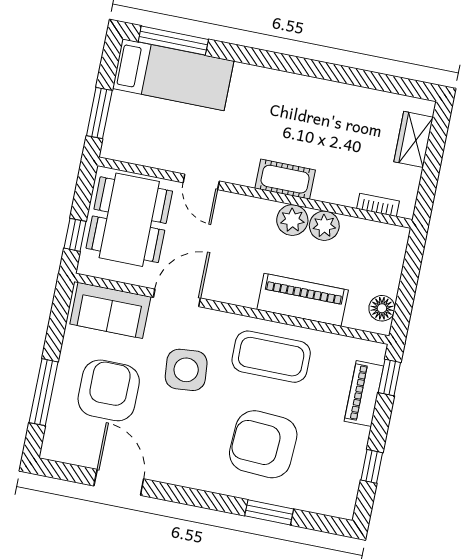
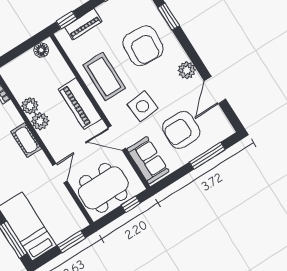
piano: (303, 300) -> (80, 104), moved
plant: (178, 470) -> (187, 70), added

